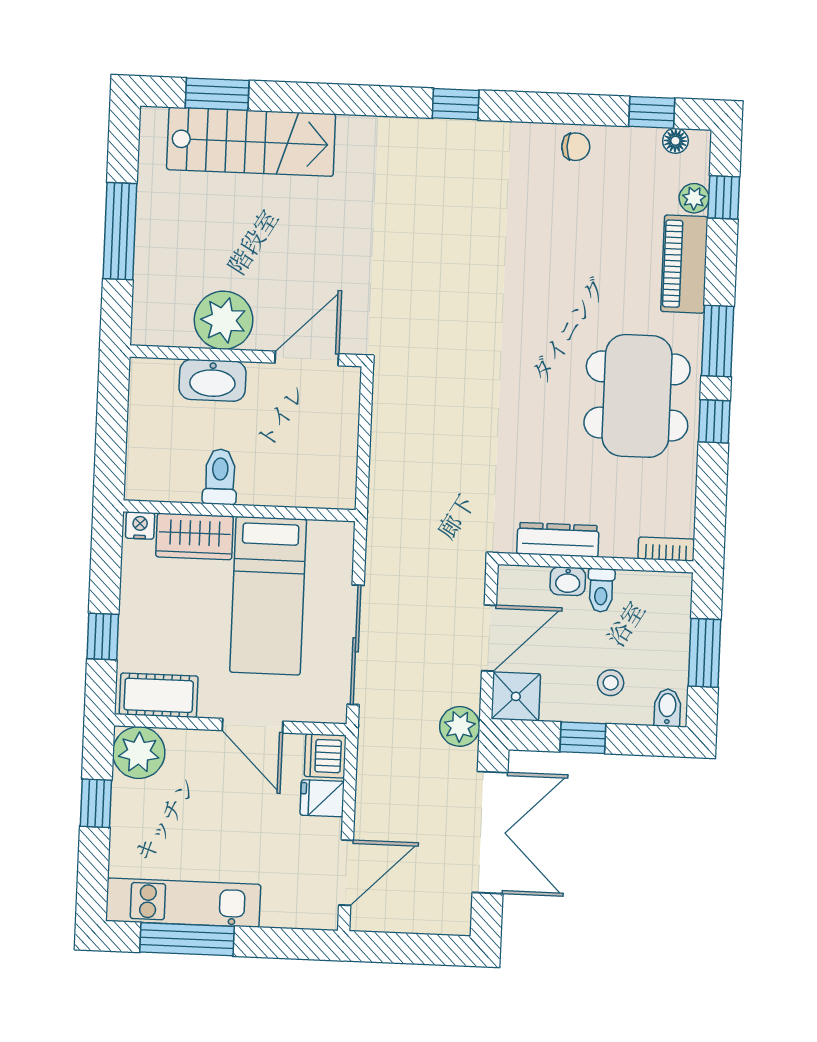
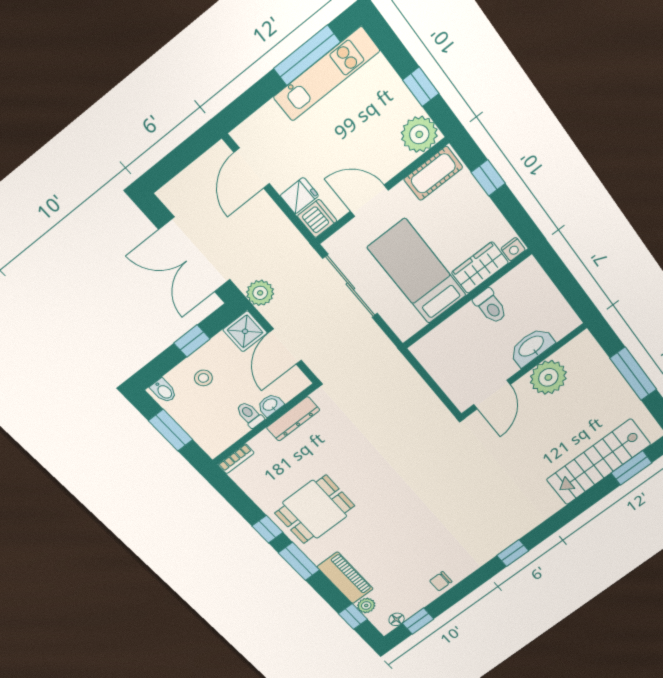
dining table: (637, 396) -> (315, 509), width x0.73

